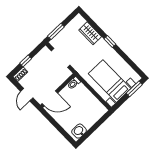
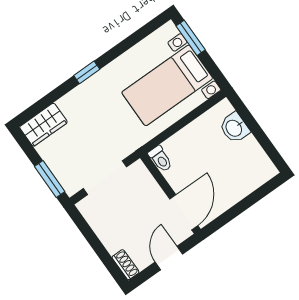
wardrobe: (90, 33) -> (43, 125), moved
window: (26, 61) -> (100, 250), removed
door: (27, 95) -> (169, 258), swing flipped
washbasin: (79, 131) -> (234, 128), moved

